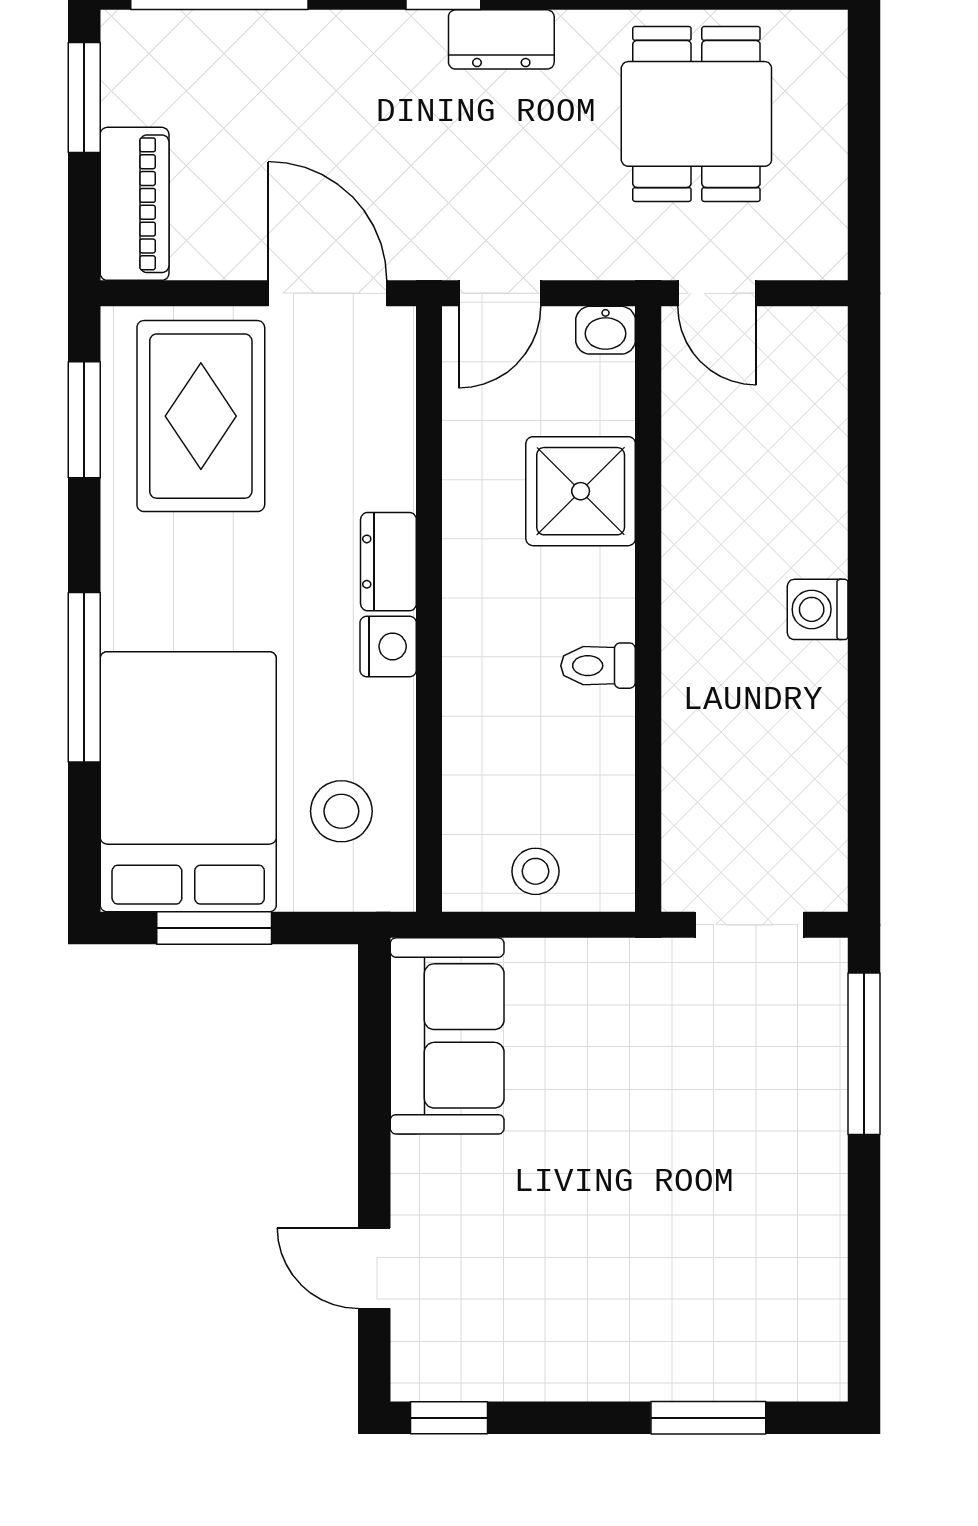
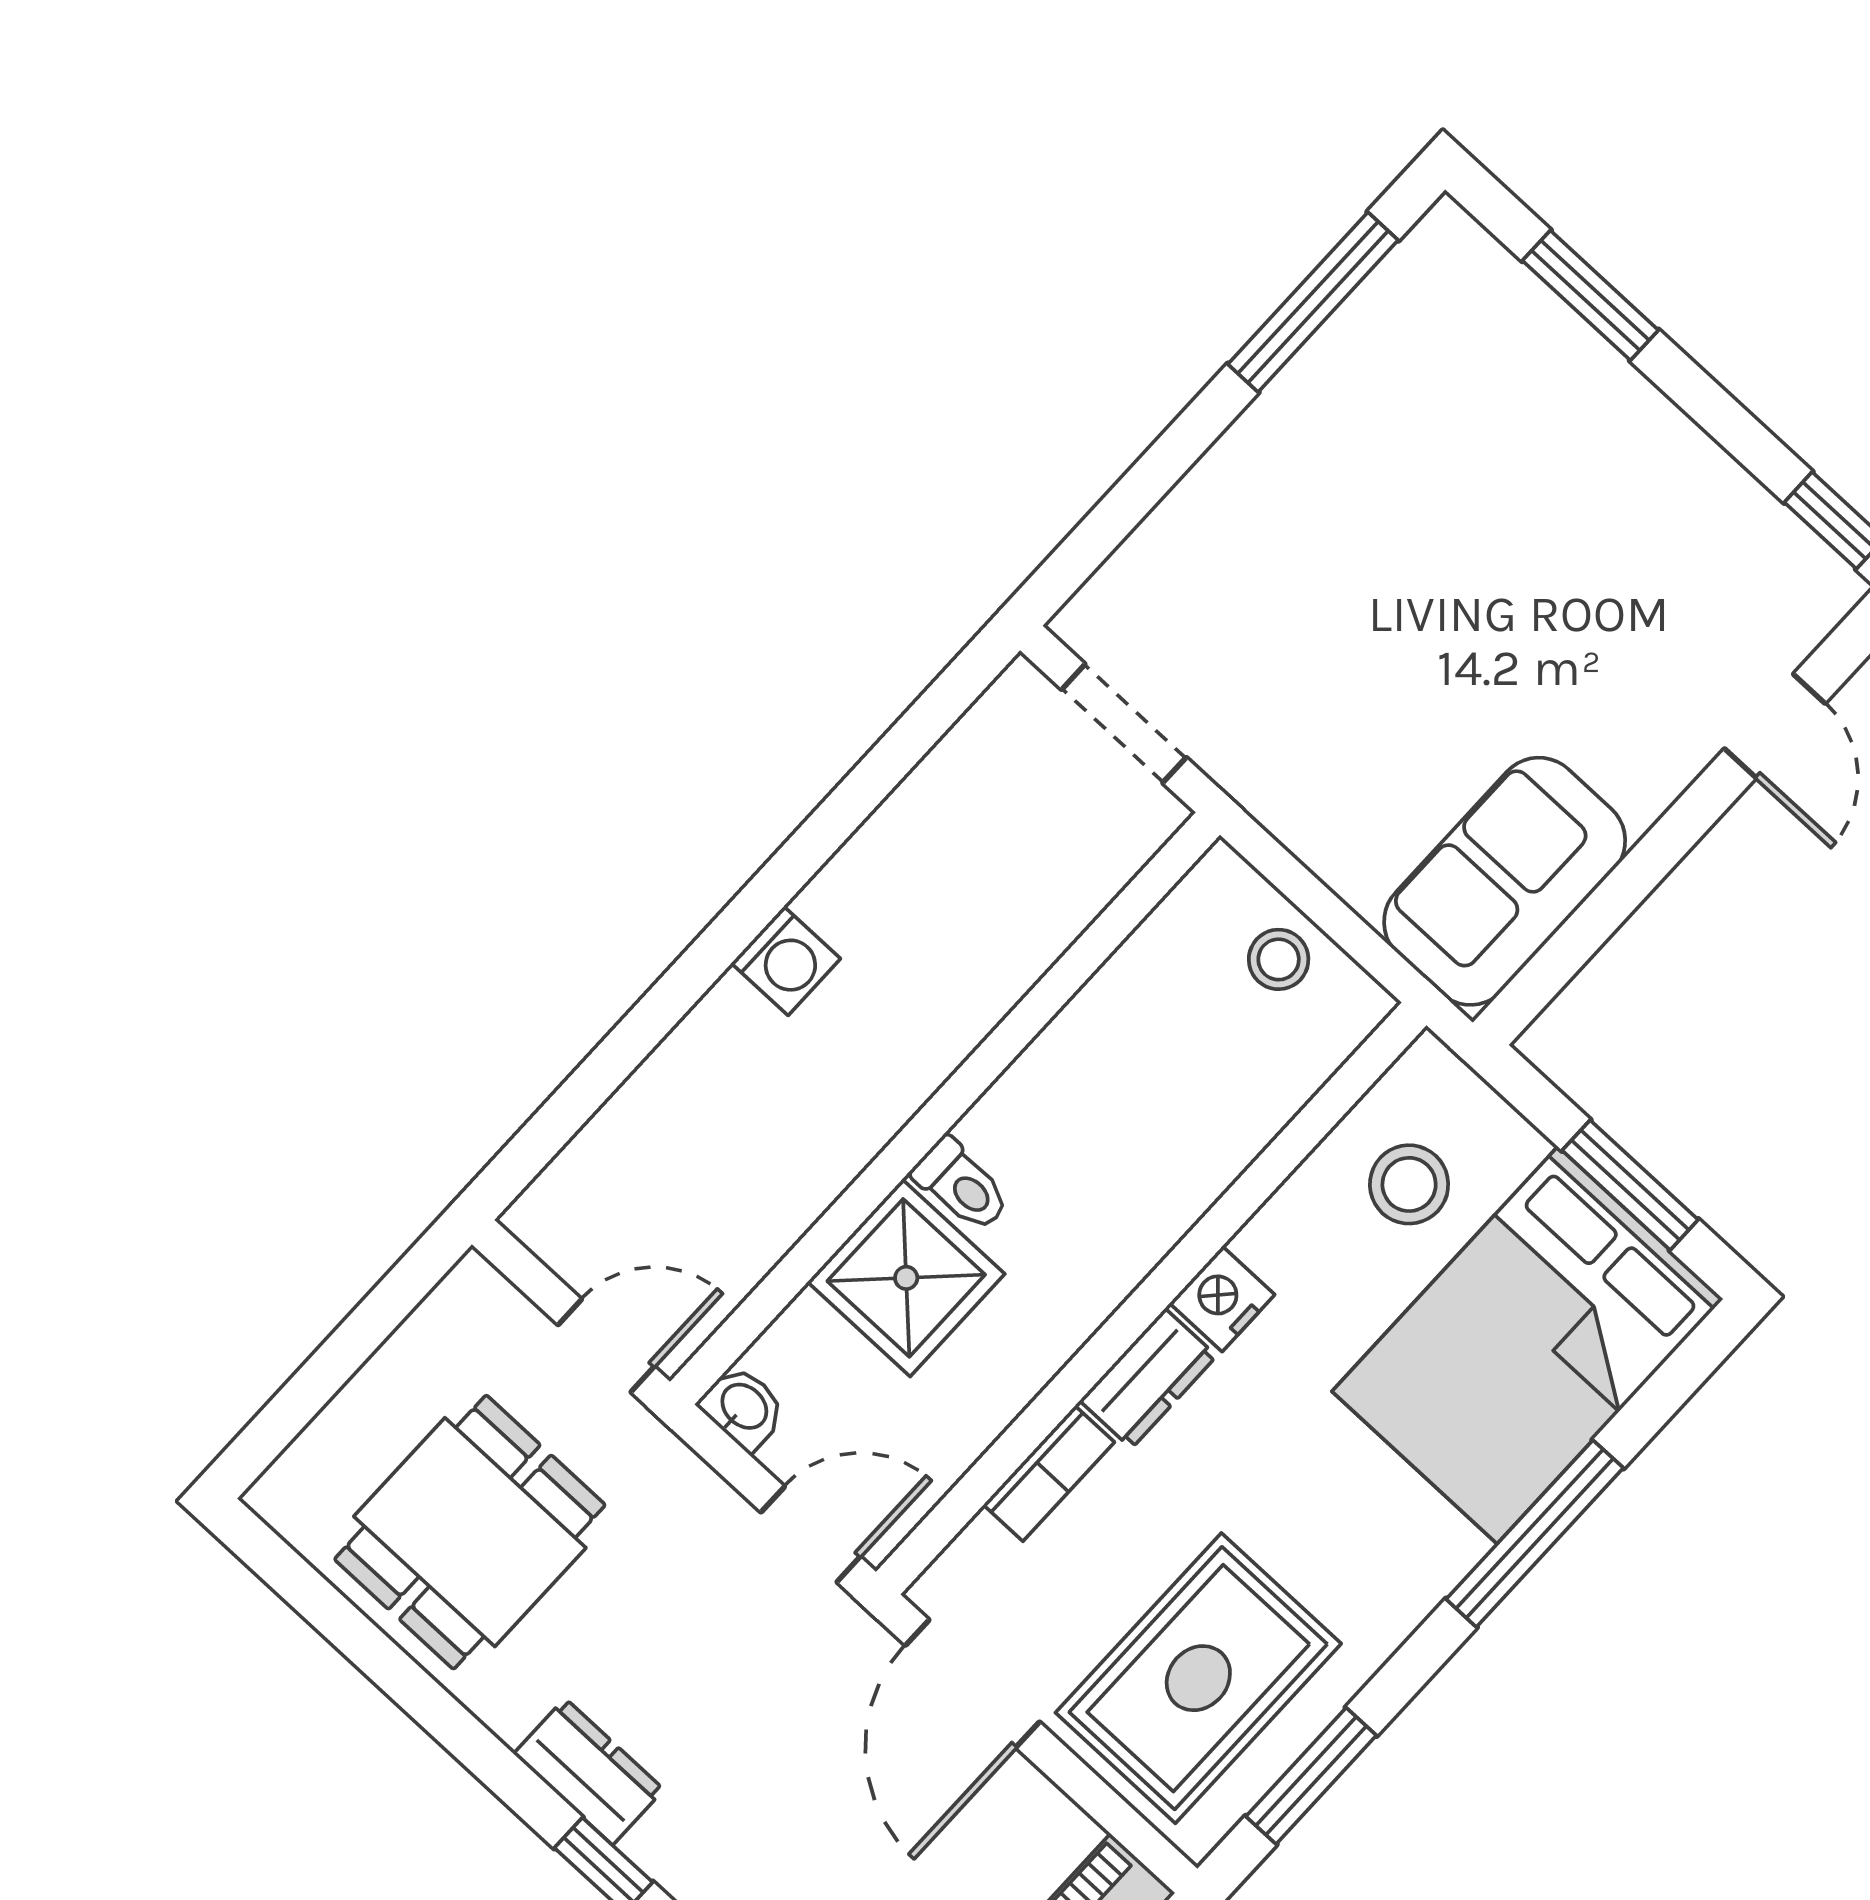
door: (717, 293) -> (606, 1346), hinge flipped
bookcase: (395, 454) -> (1049, 1473), added
toilet: (598, 666) -> (961, 1185), moved
window: (864, 1054) -> (1313, 302), moved

